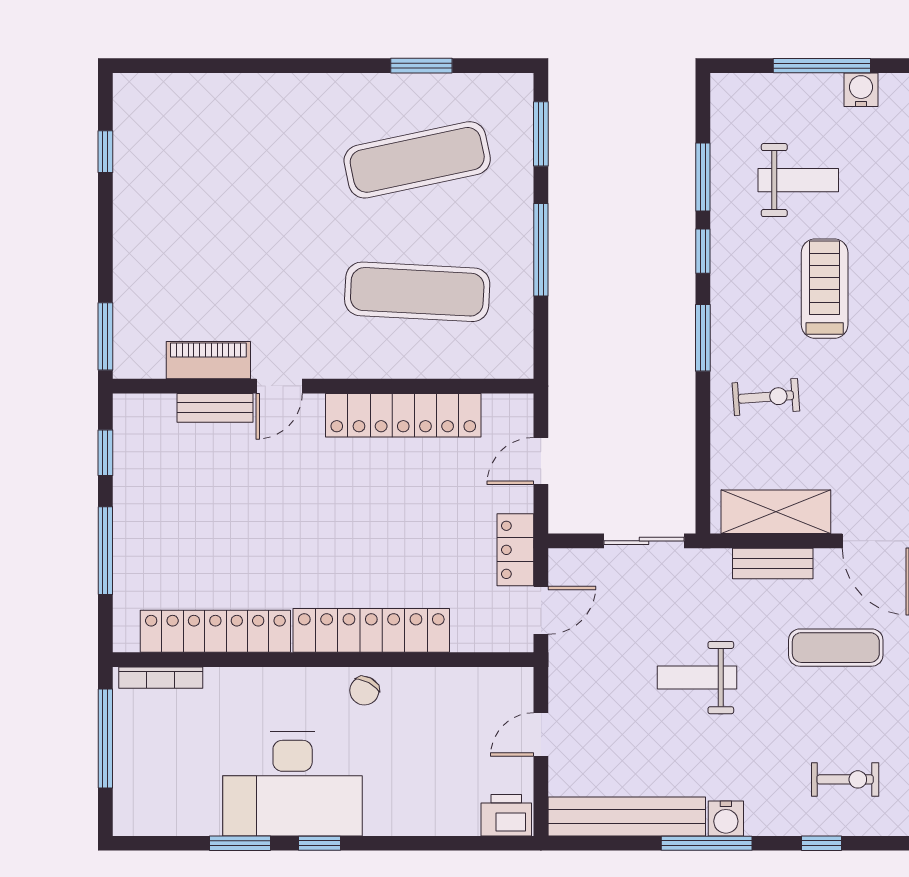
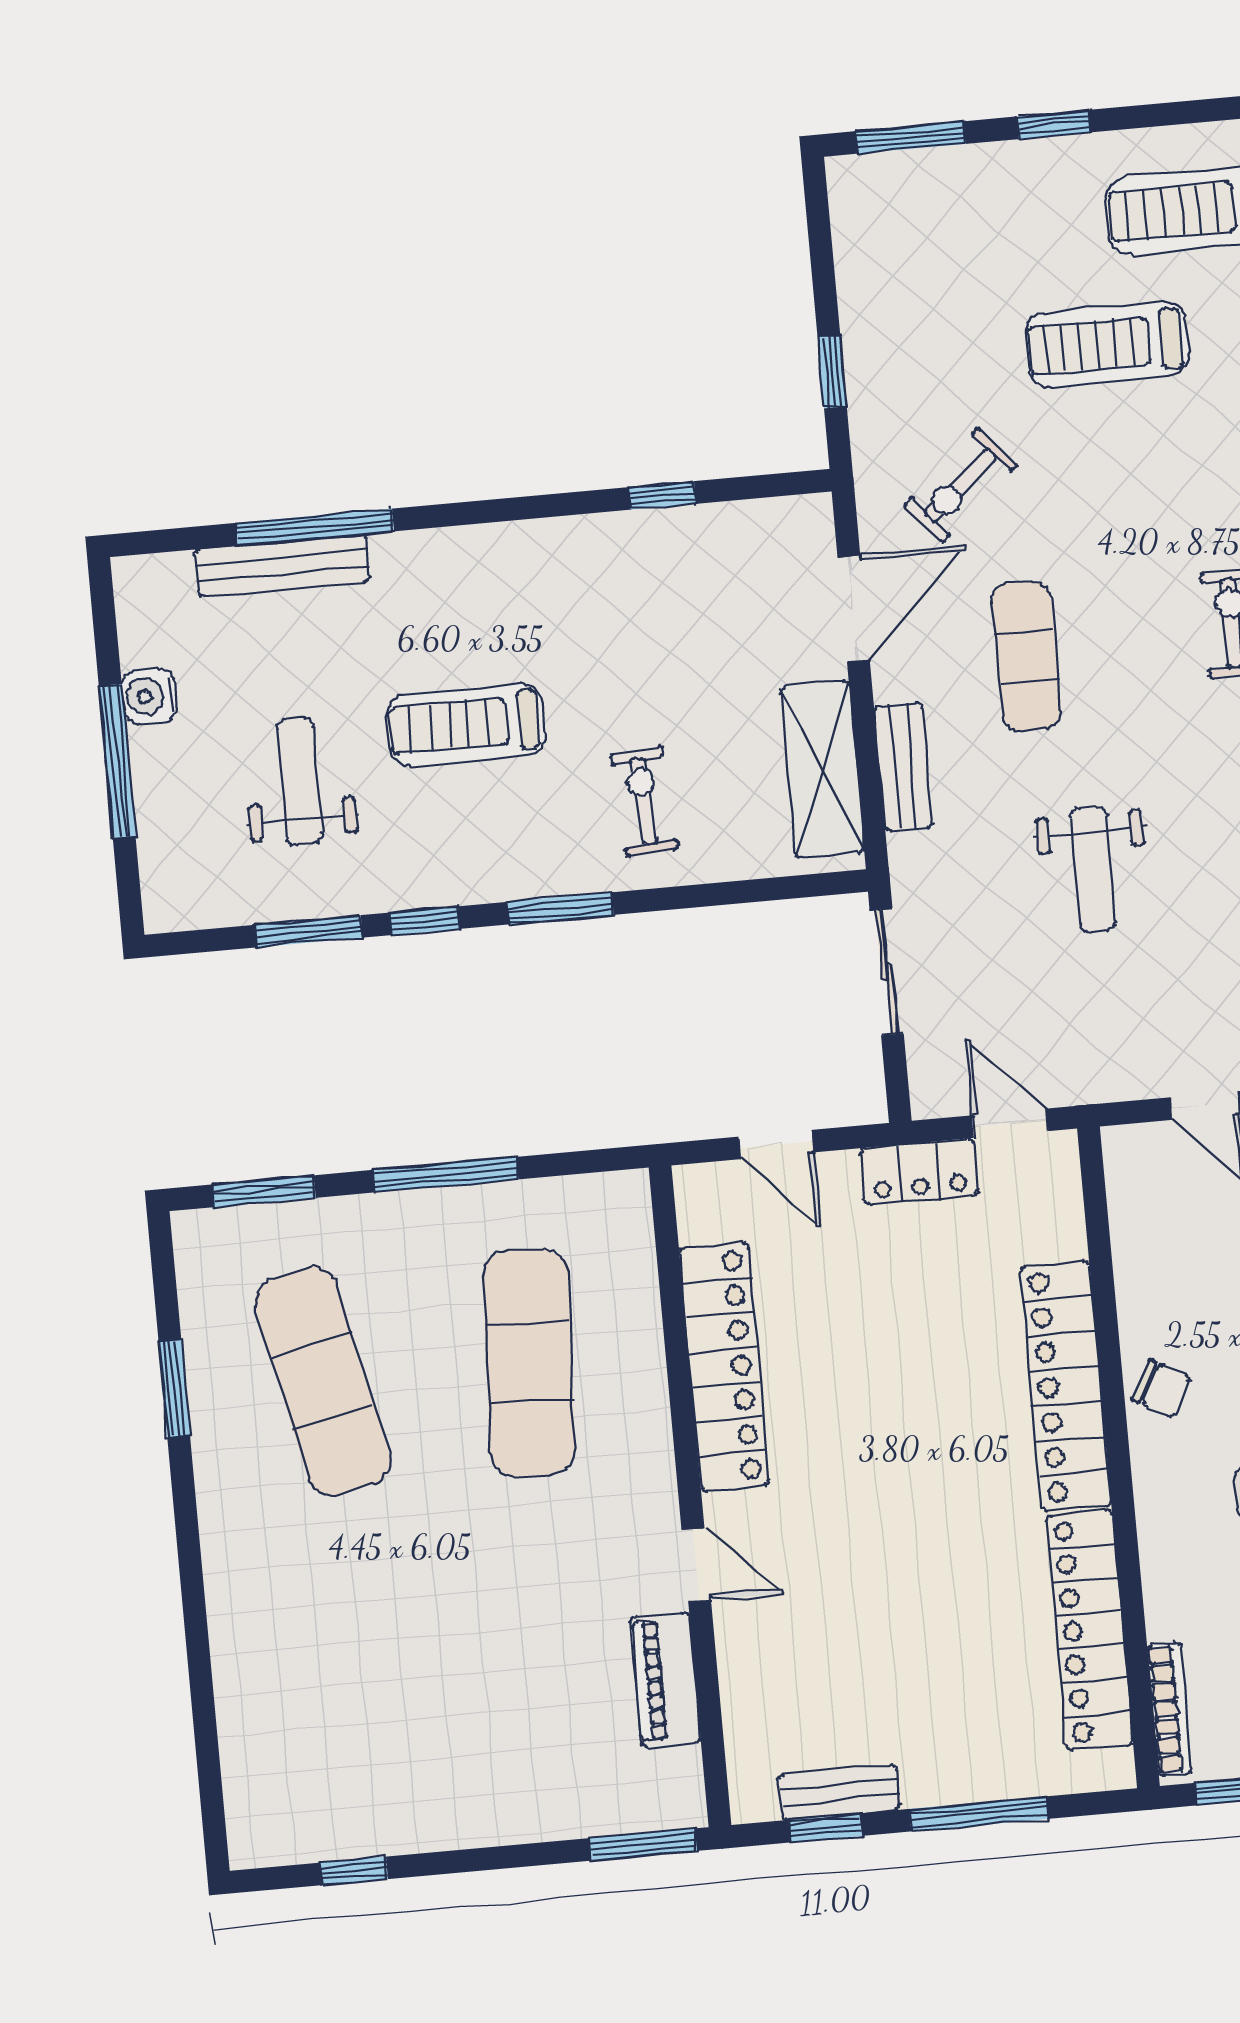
bench: (215, 408) -> (839, 1792), moved, turned 90

